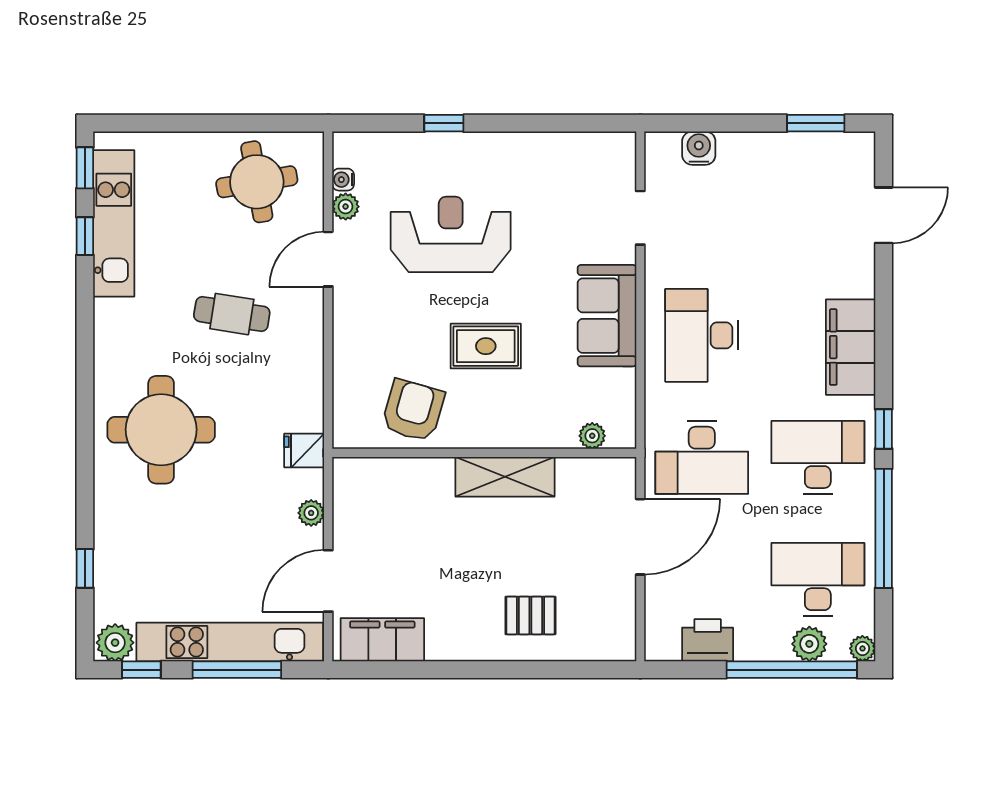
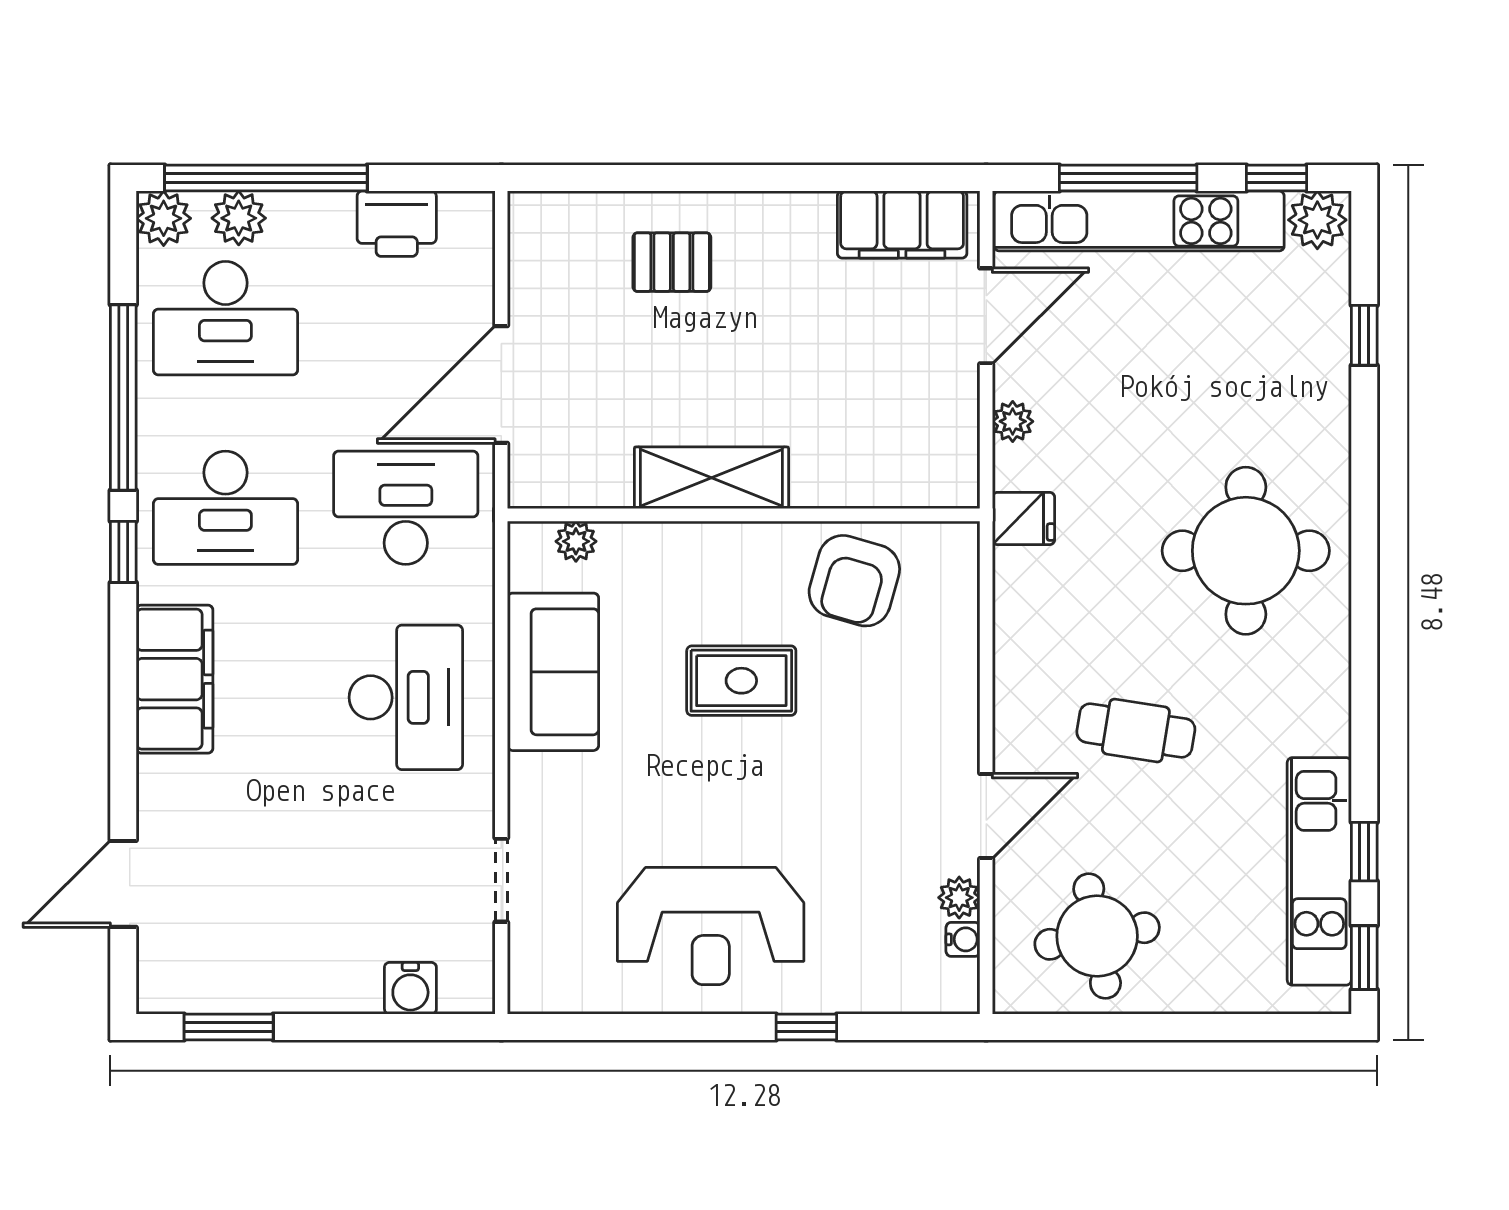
reception desk: (451, 234) -> (711, 926), moved
sofa: (607, 316) -> (553, 672), moved
plant: (862, 648) -> (164, 218), width x1.38, depth x1.38

